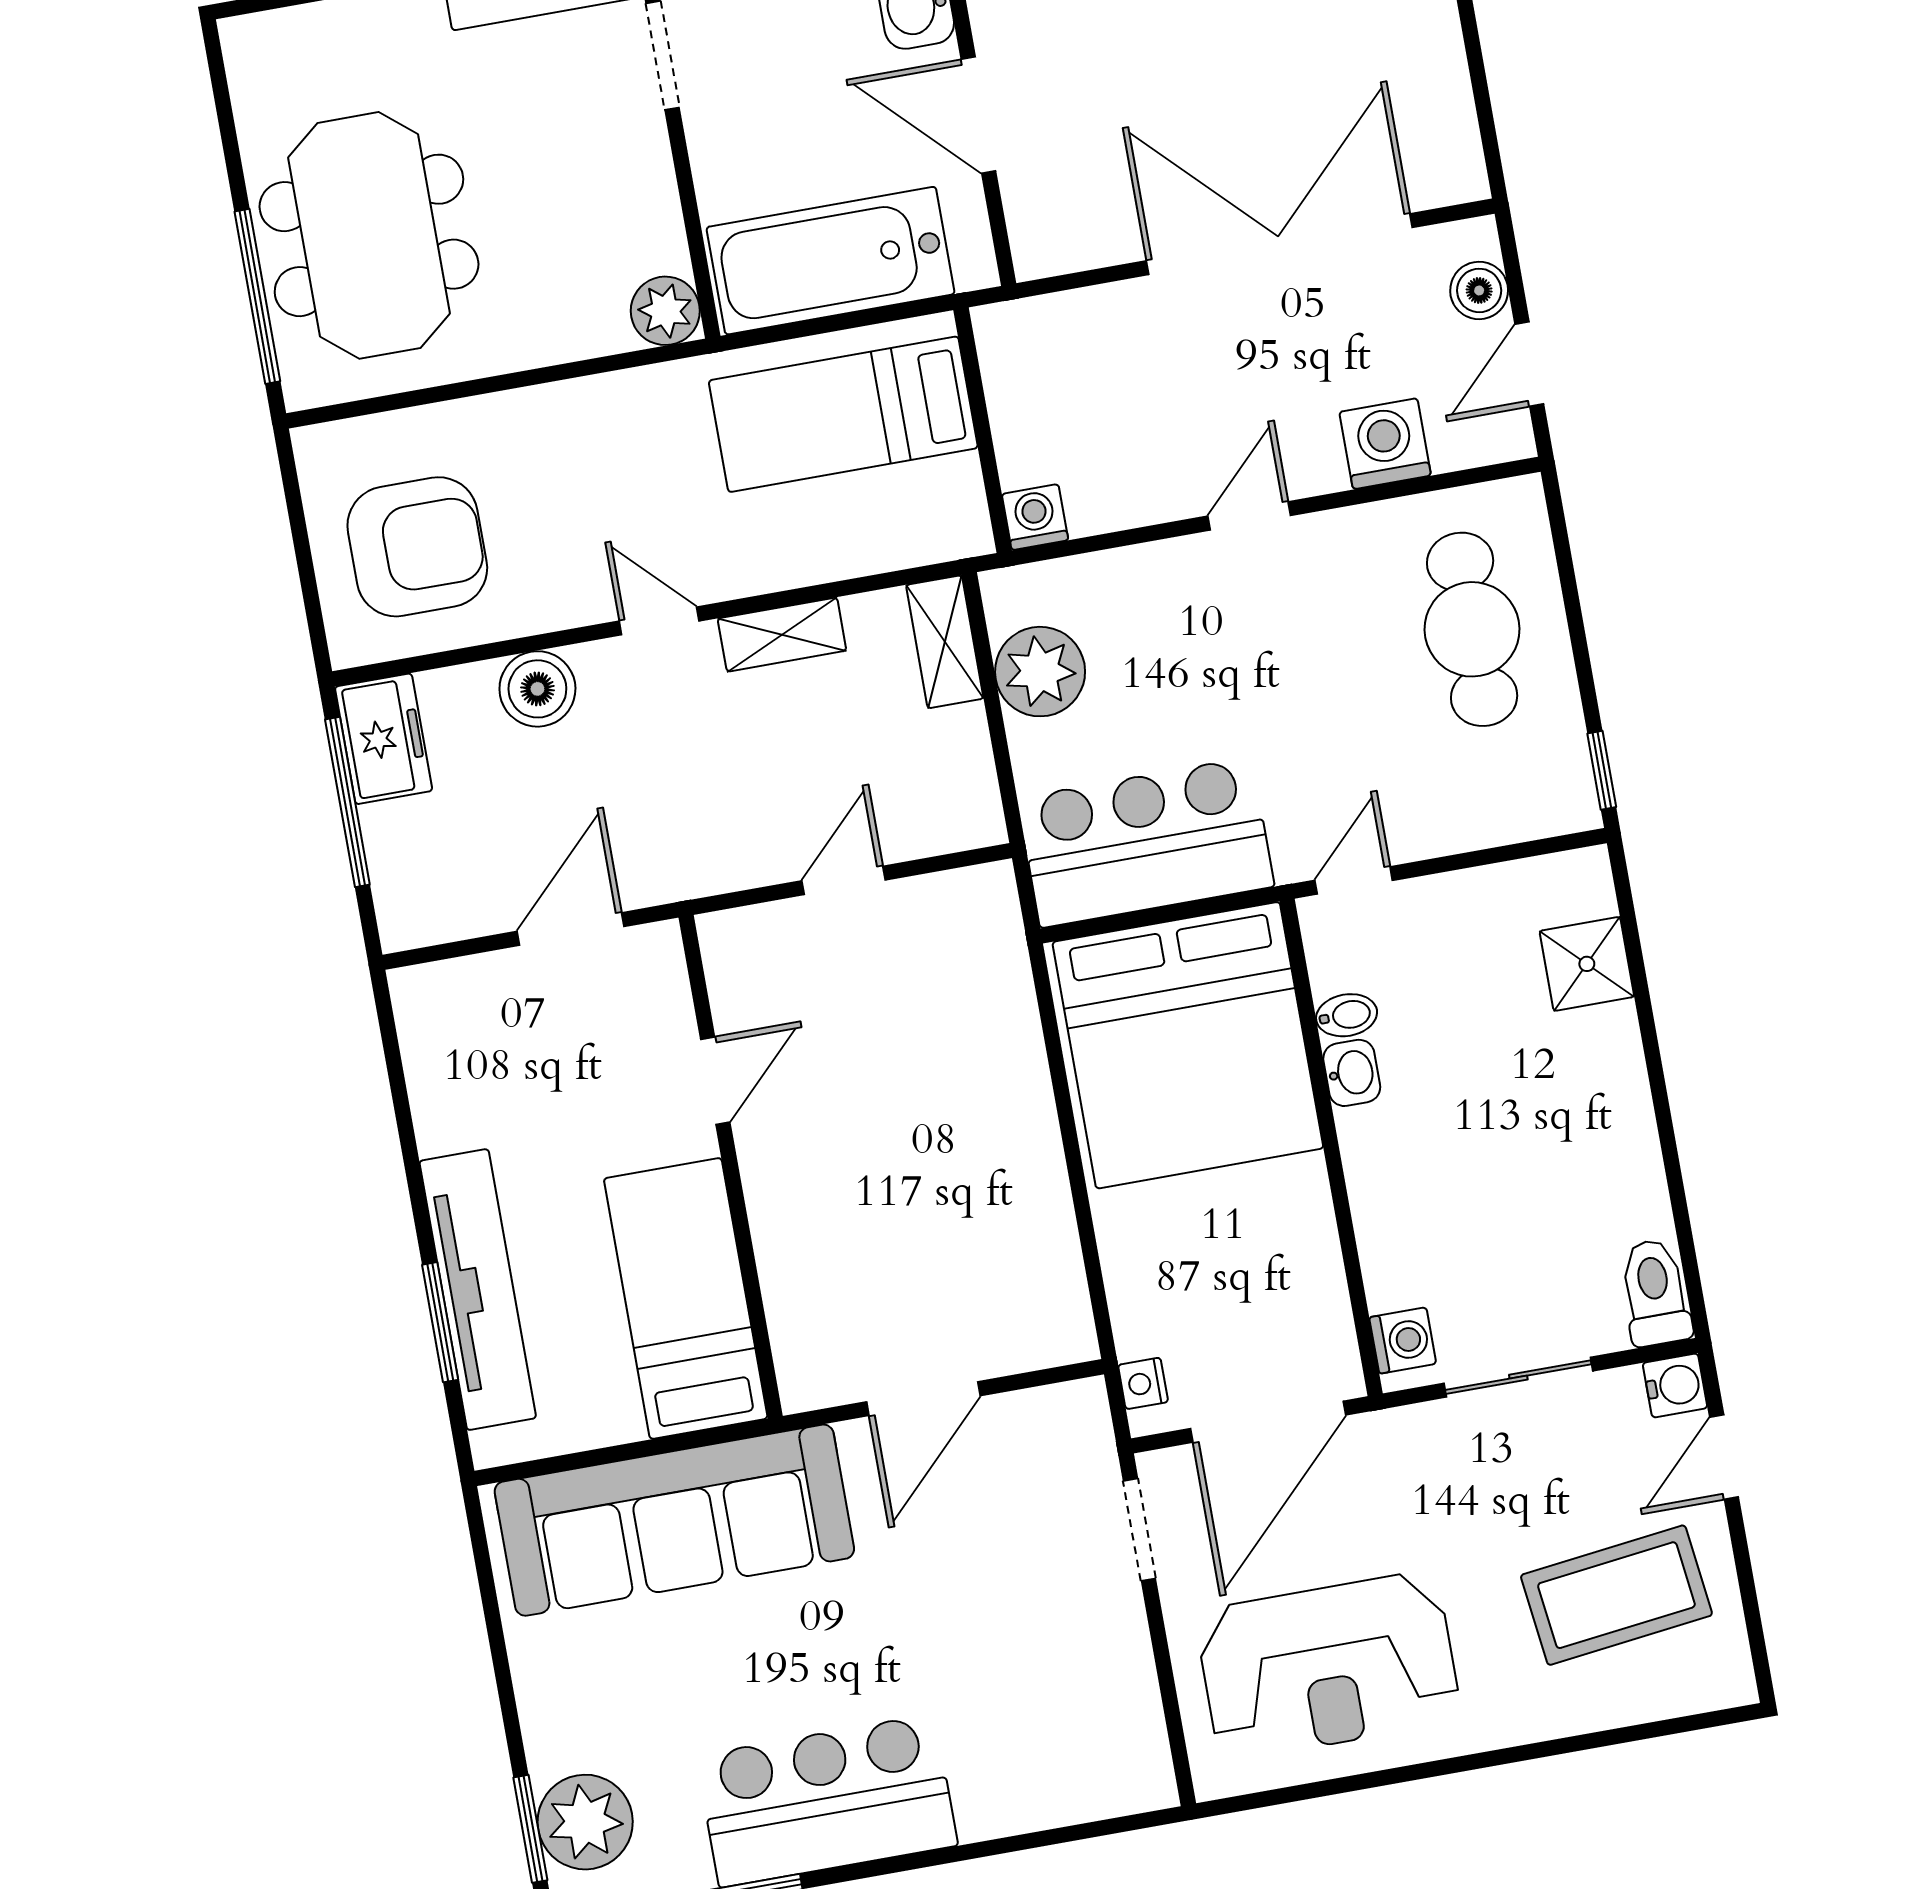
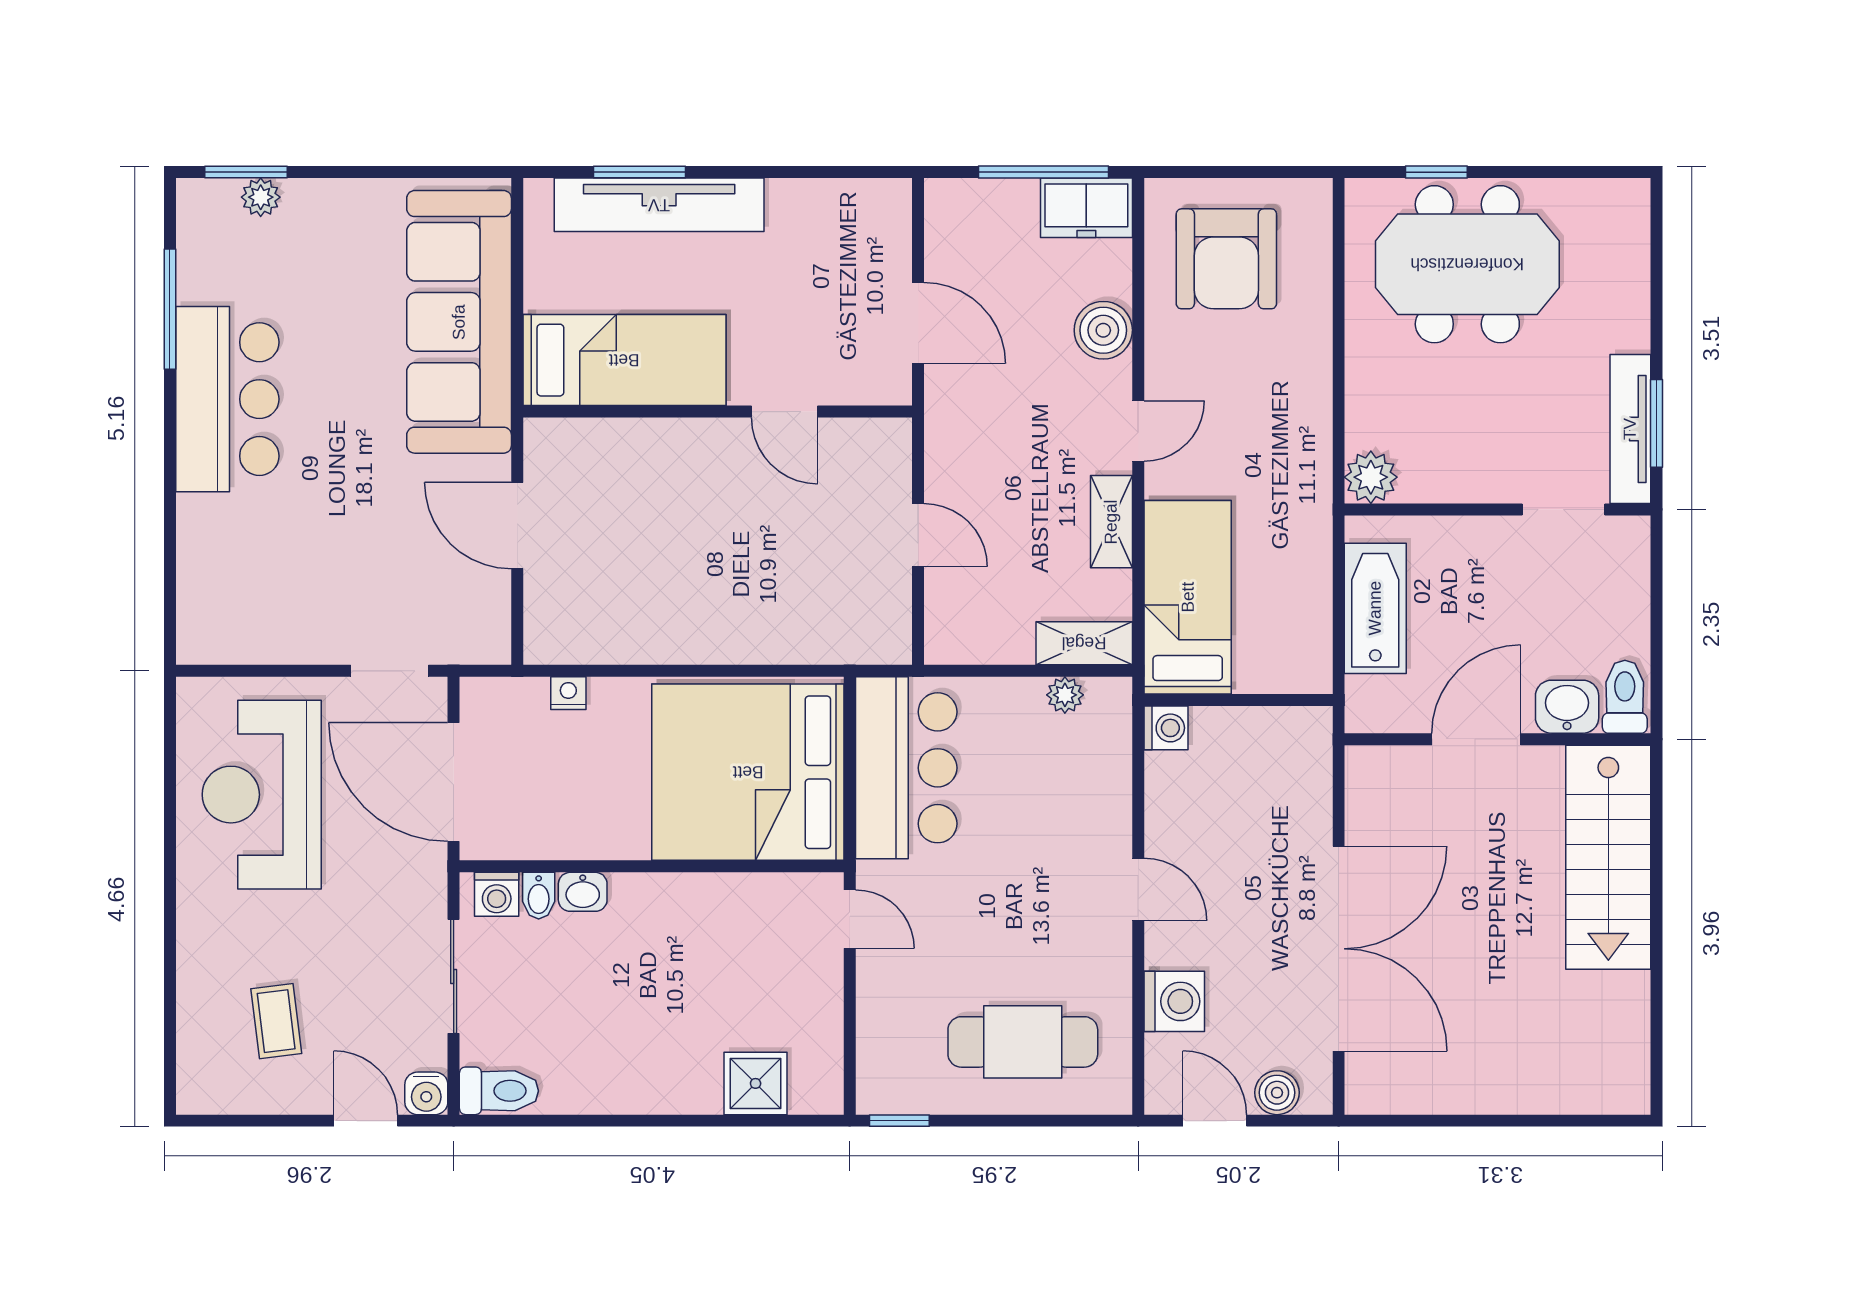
bathtub: (831, 261) -> (1375, 608), width x0.73, depth x0.73
window: (257, 296) -> (1436, 172), width x0.46
bed: (843, 414) -> (1188, 597), moved
plant: (1040, 672) -> (1065, 695), width x0.53, depth x0.53
bidet: (1347, 1015) -> (539, 896), moved
washbasin: (1352, 1073) -> (583, 892), moved
nightstand: (1143, 1383) -> (568, 693), moved
coffee table: (1616, 1595) -> (276, 1021), width x0.54, depth x0.58
plant: (585, 1822) -> (261, 197), width x0.53, depth x0.53

